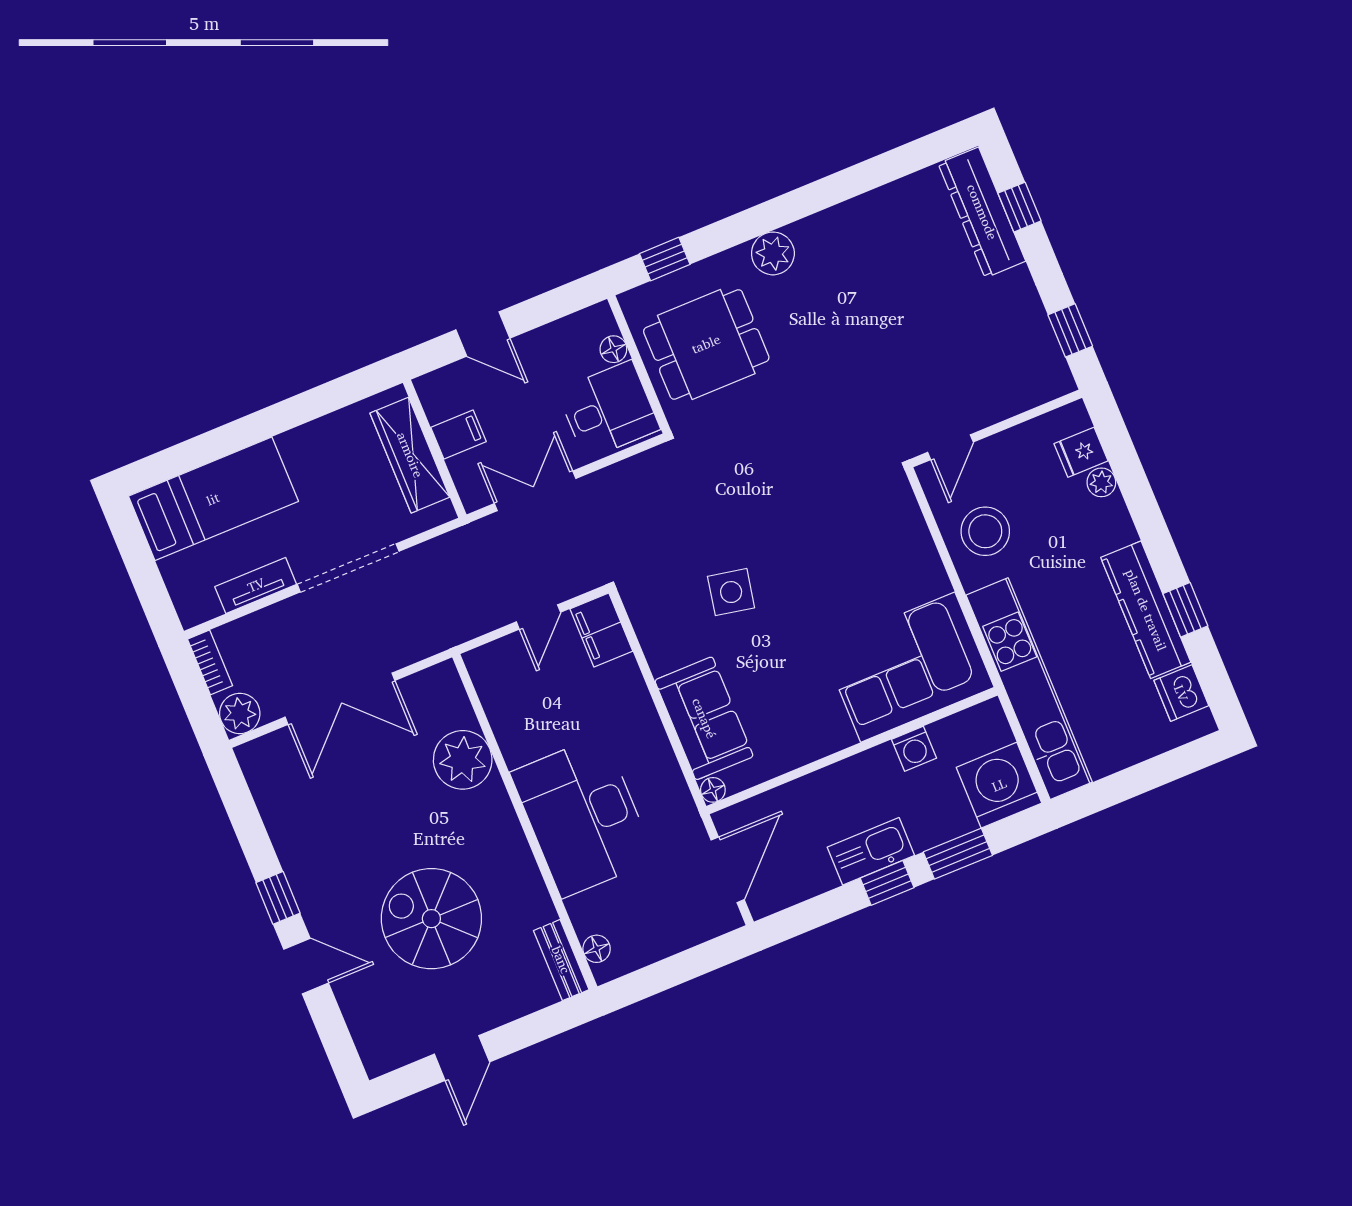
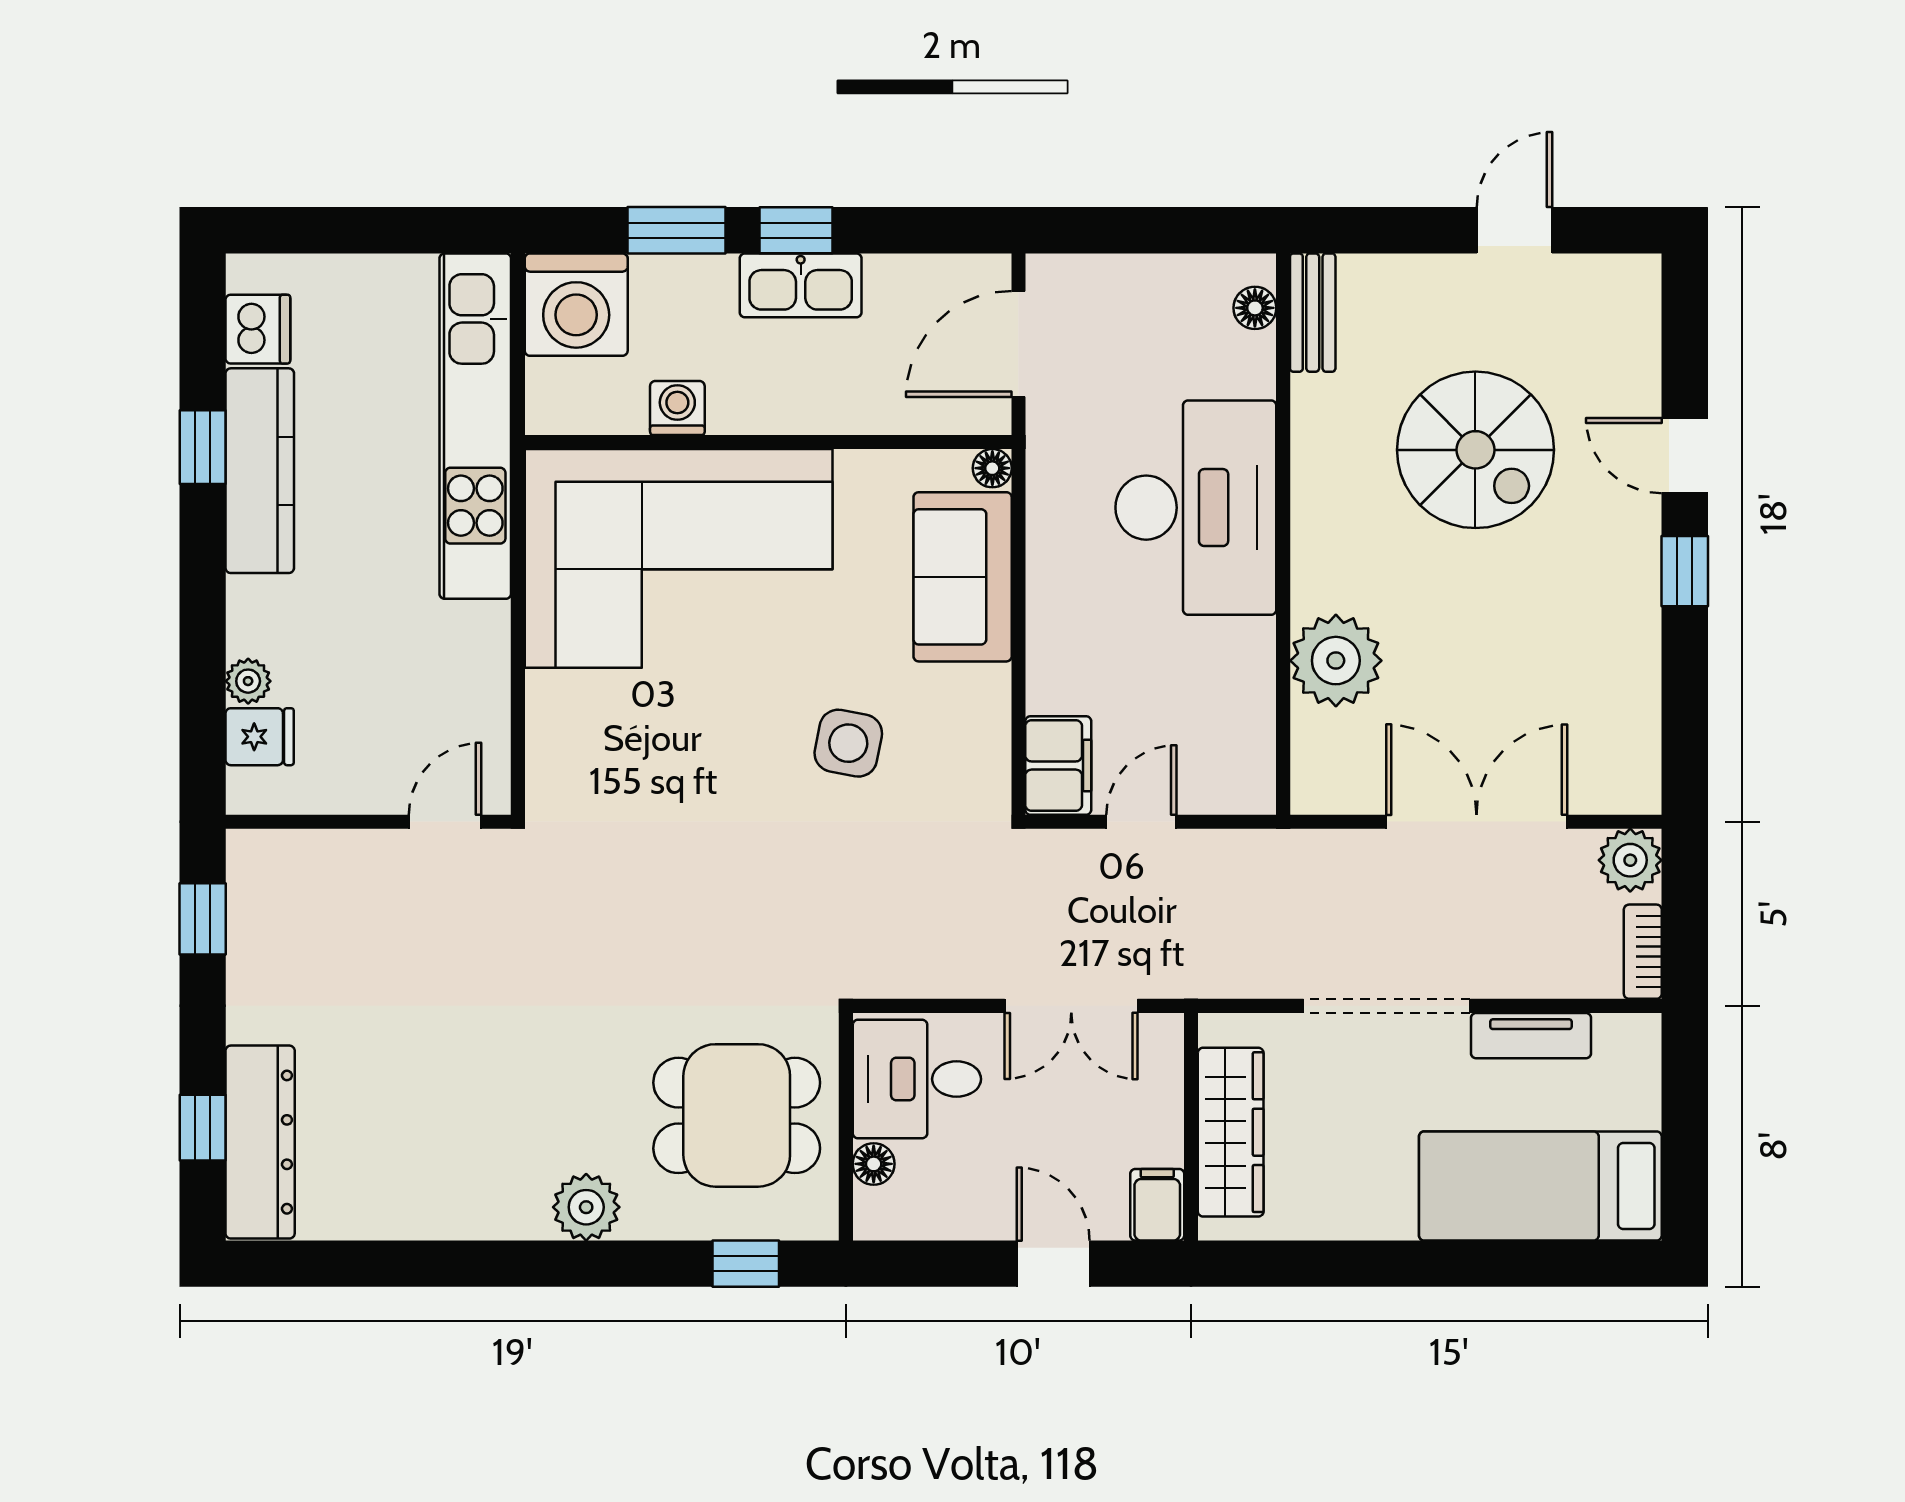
filing cabinet: (458, 434) -> (1157, 1205), moved, turned 90
stool: (985, 531) -> (445, 680), removed
corner sofa: (908, 667) -> (679, 558), width x1.36, depth x1.36

